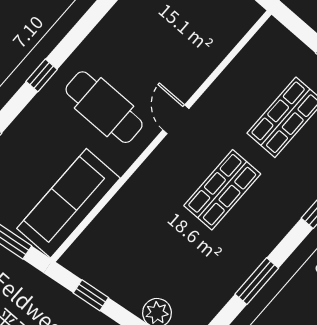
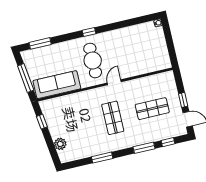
window: (42, 75) -> (89, 32), moved
shop shelf: (222, 190) -> (113, 118), turned 90

